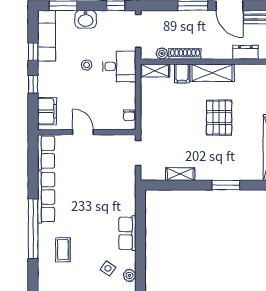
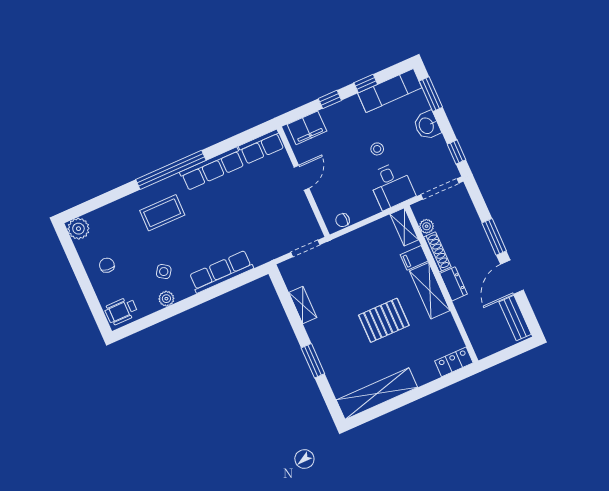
dresser: (245, 52) -> (454, 284), moved
row of seats: (127, 233) -> (221, 272), width x1.48
coffee table: (63, 250) -> (162, 213), width x1.36, depth x1.30

